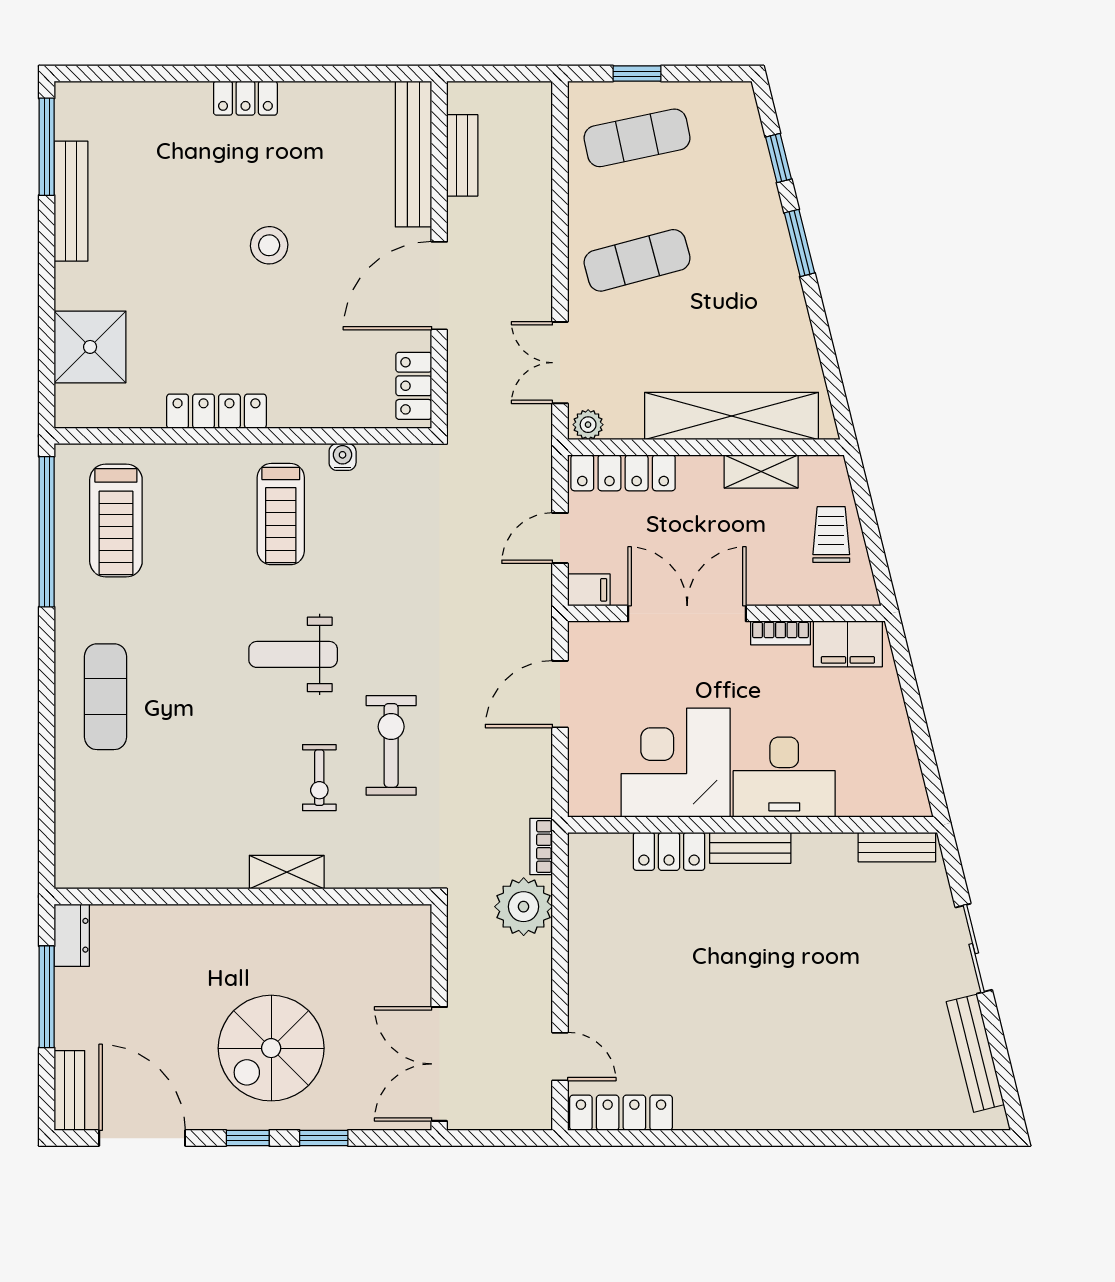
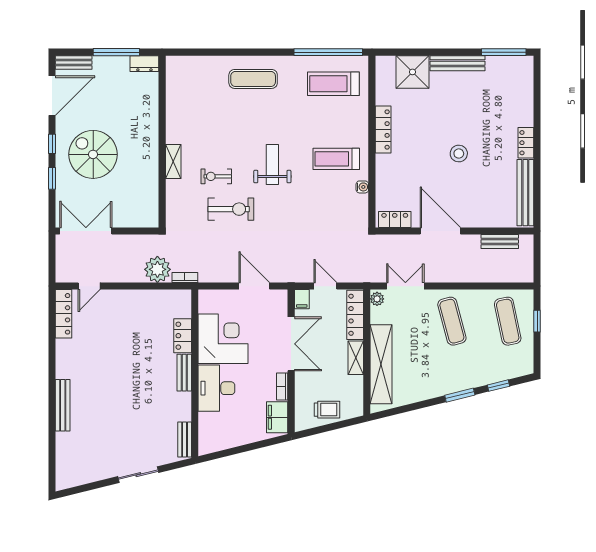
bench: (414, 154) -> (525, 193), moved, turned 90
bench: (71, 201) -> (458, 63), moved
shelving: (761, 471) -> (356, 358), moved
bench: (975, 1053) -> (63, 405), moved, turned -76

